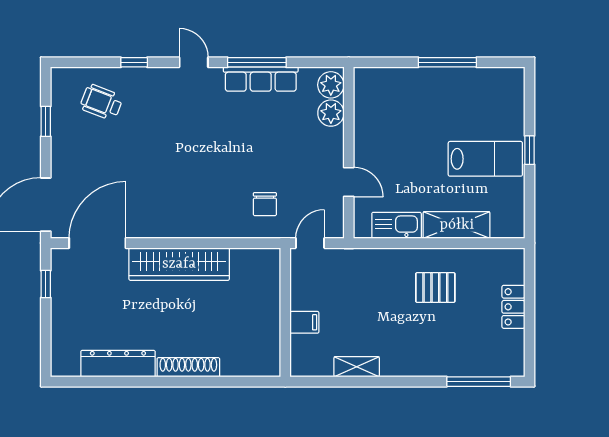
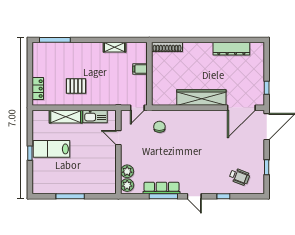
locker: (513, 307) -> (38, 89), moved
shoe rack: (188, 367) -> (167, 47), moved

